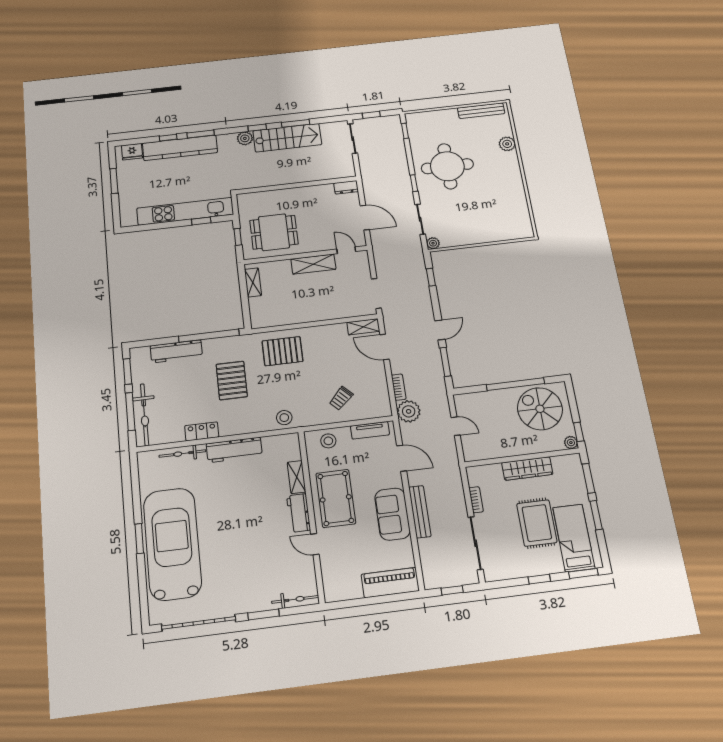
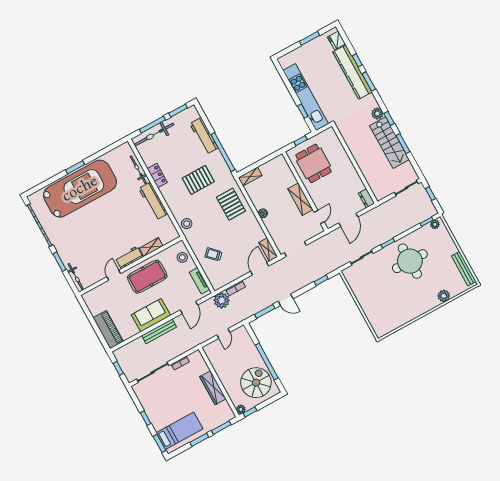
plant: (433, 243) -> (435, 224), moved
shelving: (253, 282) -> (250, 177), moved
boiler: (312, 316) -> (263, 213), added
rug: (537, 523) -> (180, 405), removed

